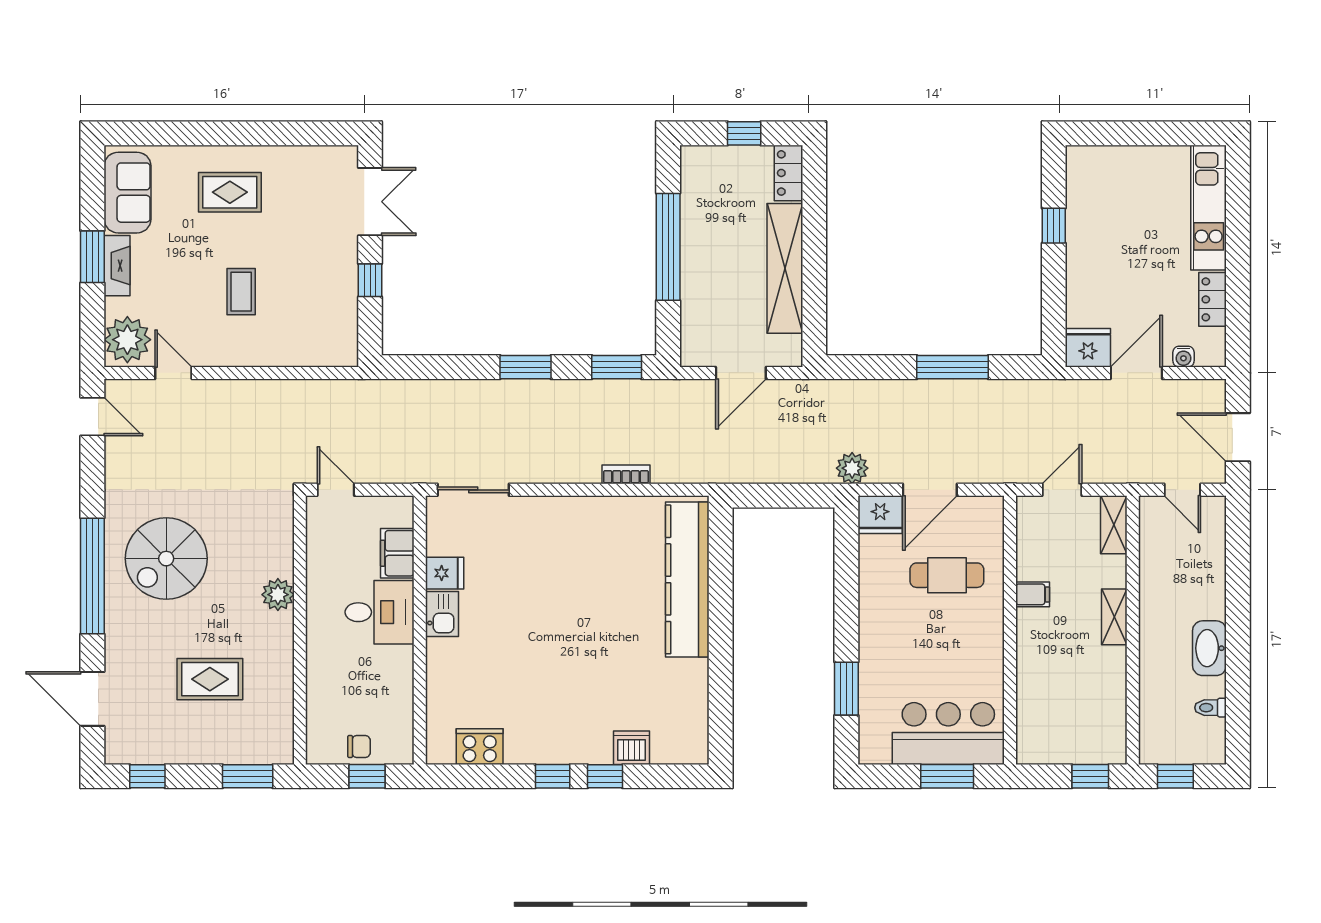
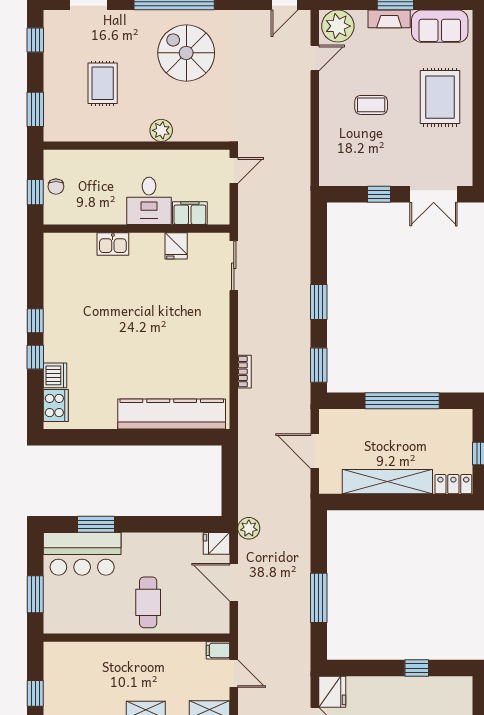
rug: (230, 192) -> (440, 97), width x1.36, depth x1.43
fridge: (880, 515) -> (217, 543), width x0.72
cafe table: (947, 575) -> (148, 602), moved
filing cabinet: (1033, 594) -> (218, 650), moved, turned 90
kitchen sink: (442, 614) -> (113, 244), moved
bar counter: (948, 734) -> (82, 554), moved, turned 90
cooker: (480, 747) -> (56, 406), moved

